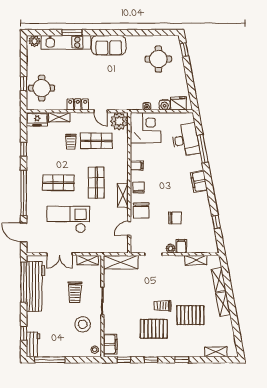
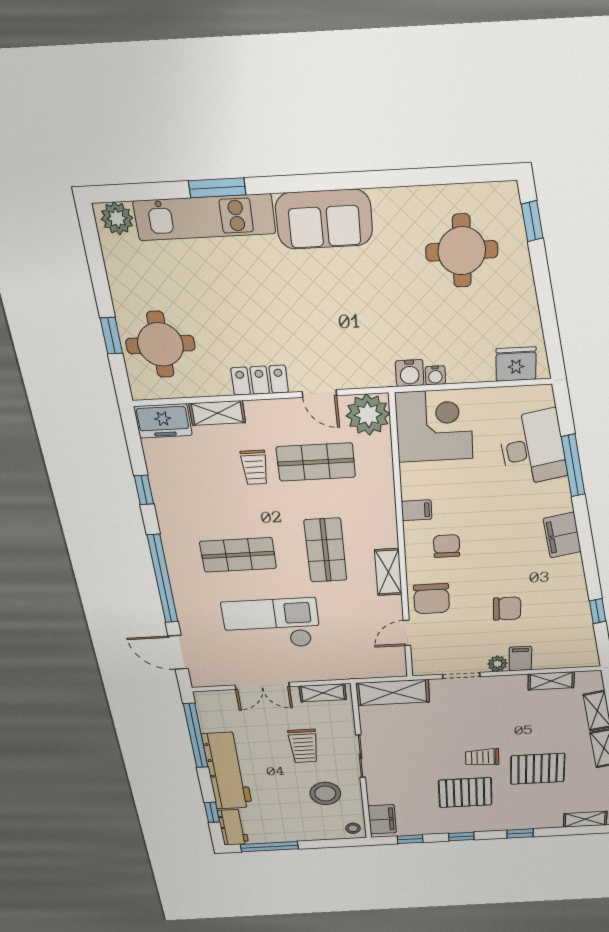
water cooler: (165, 105) -> (410, 373), moved
chair: (138, 188) -> (447, 546), moved
workbench: (36, 287) -> (227, 771), moved

